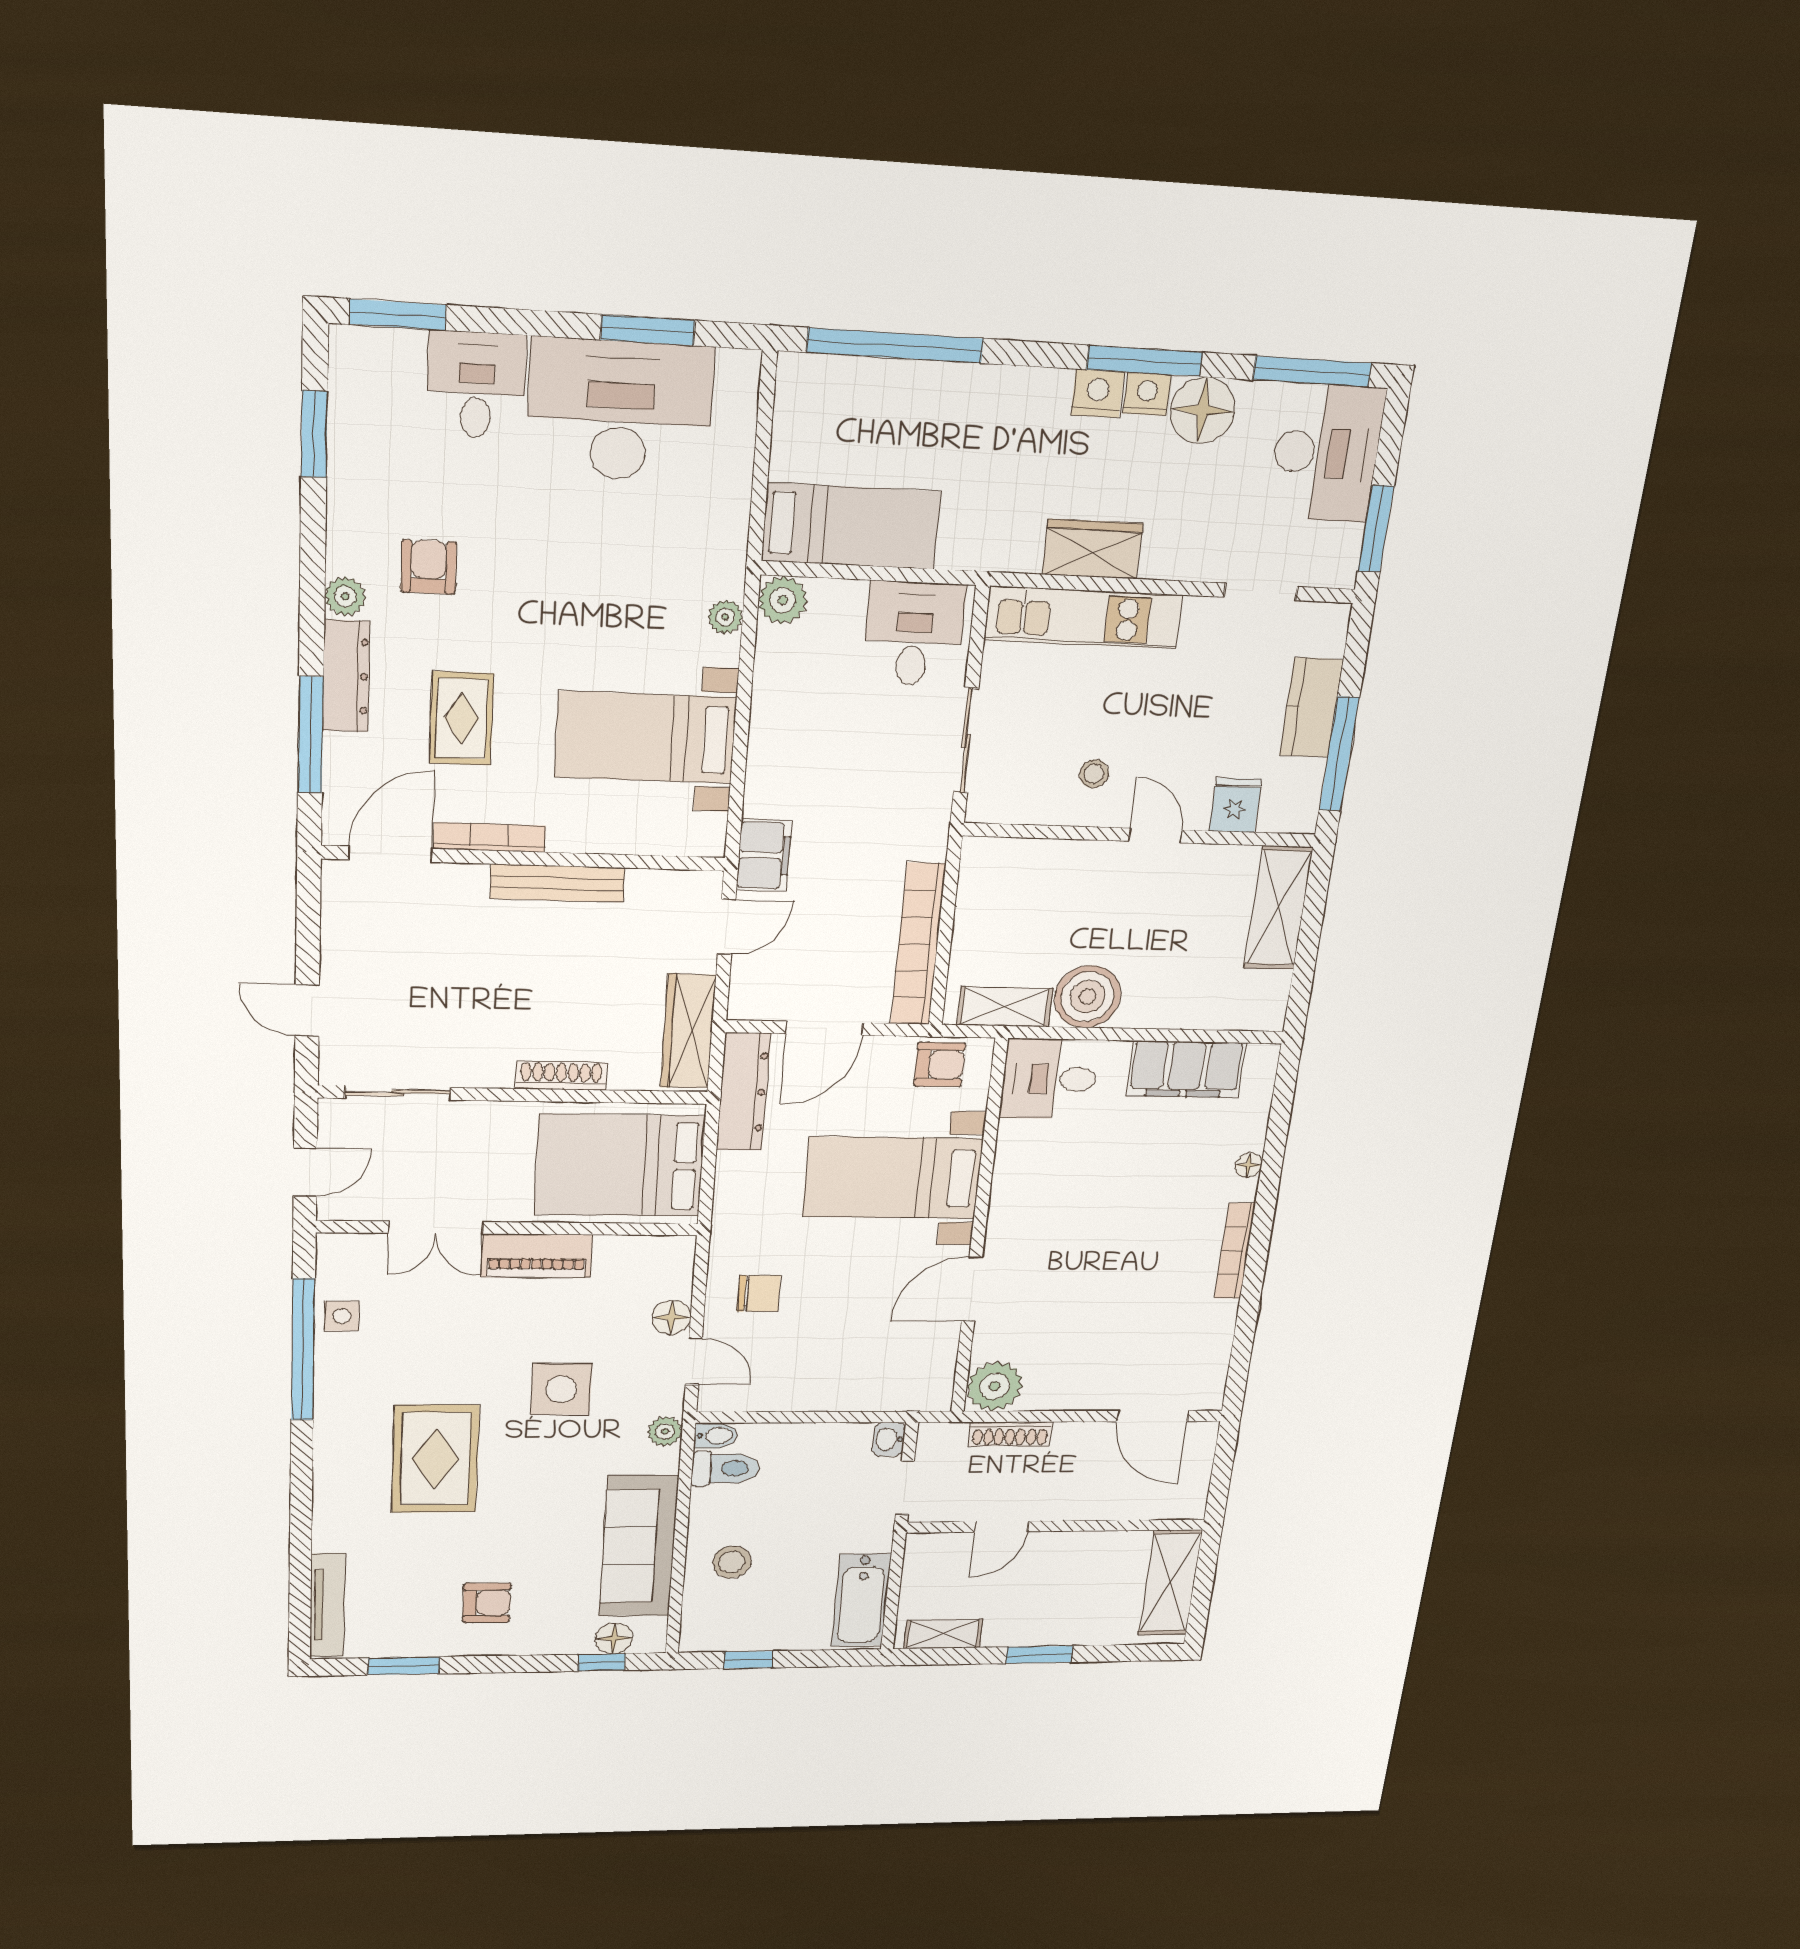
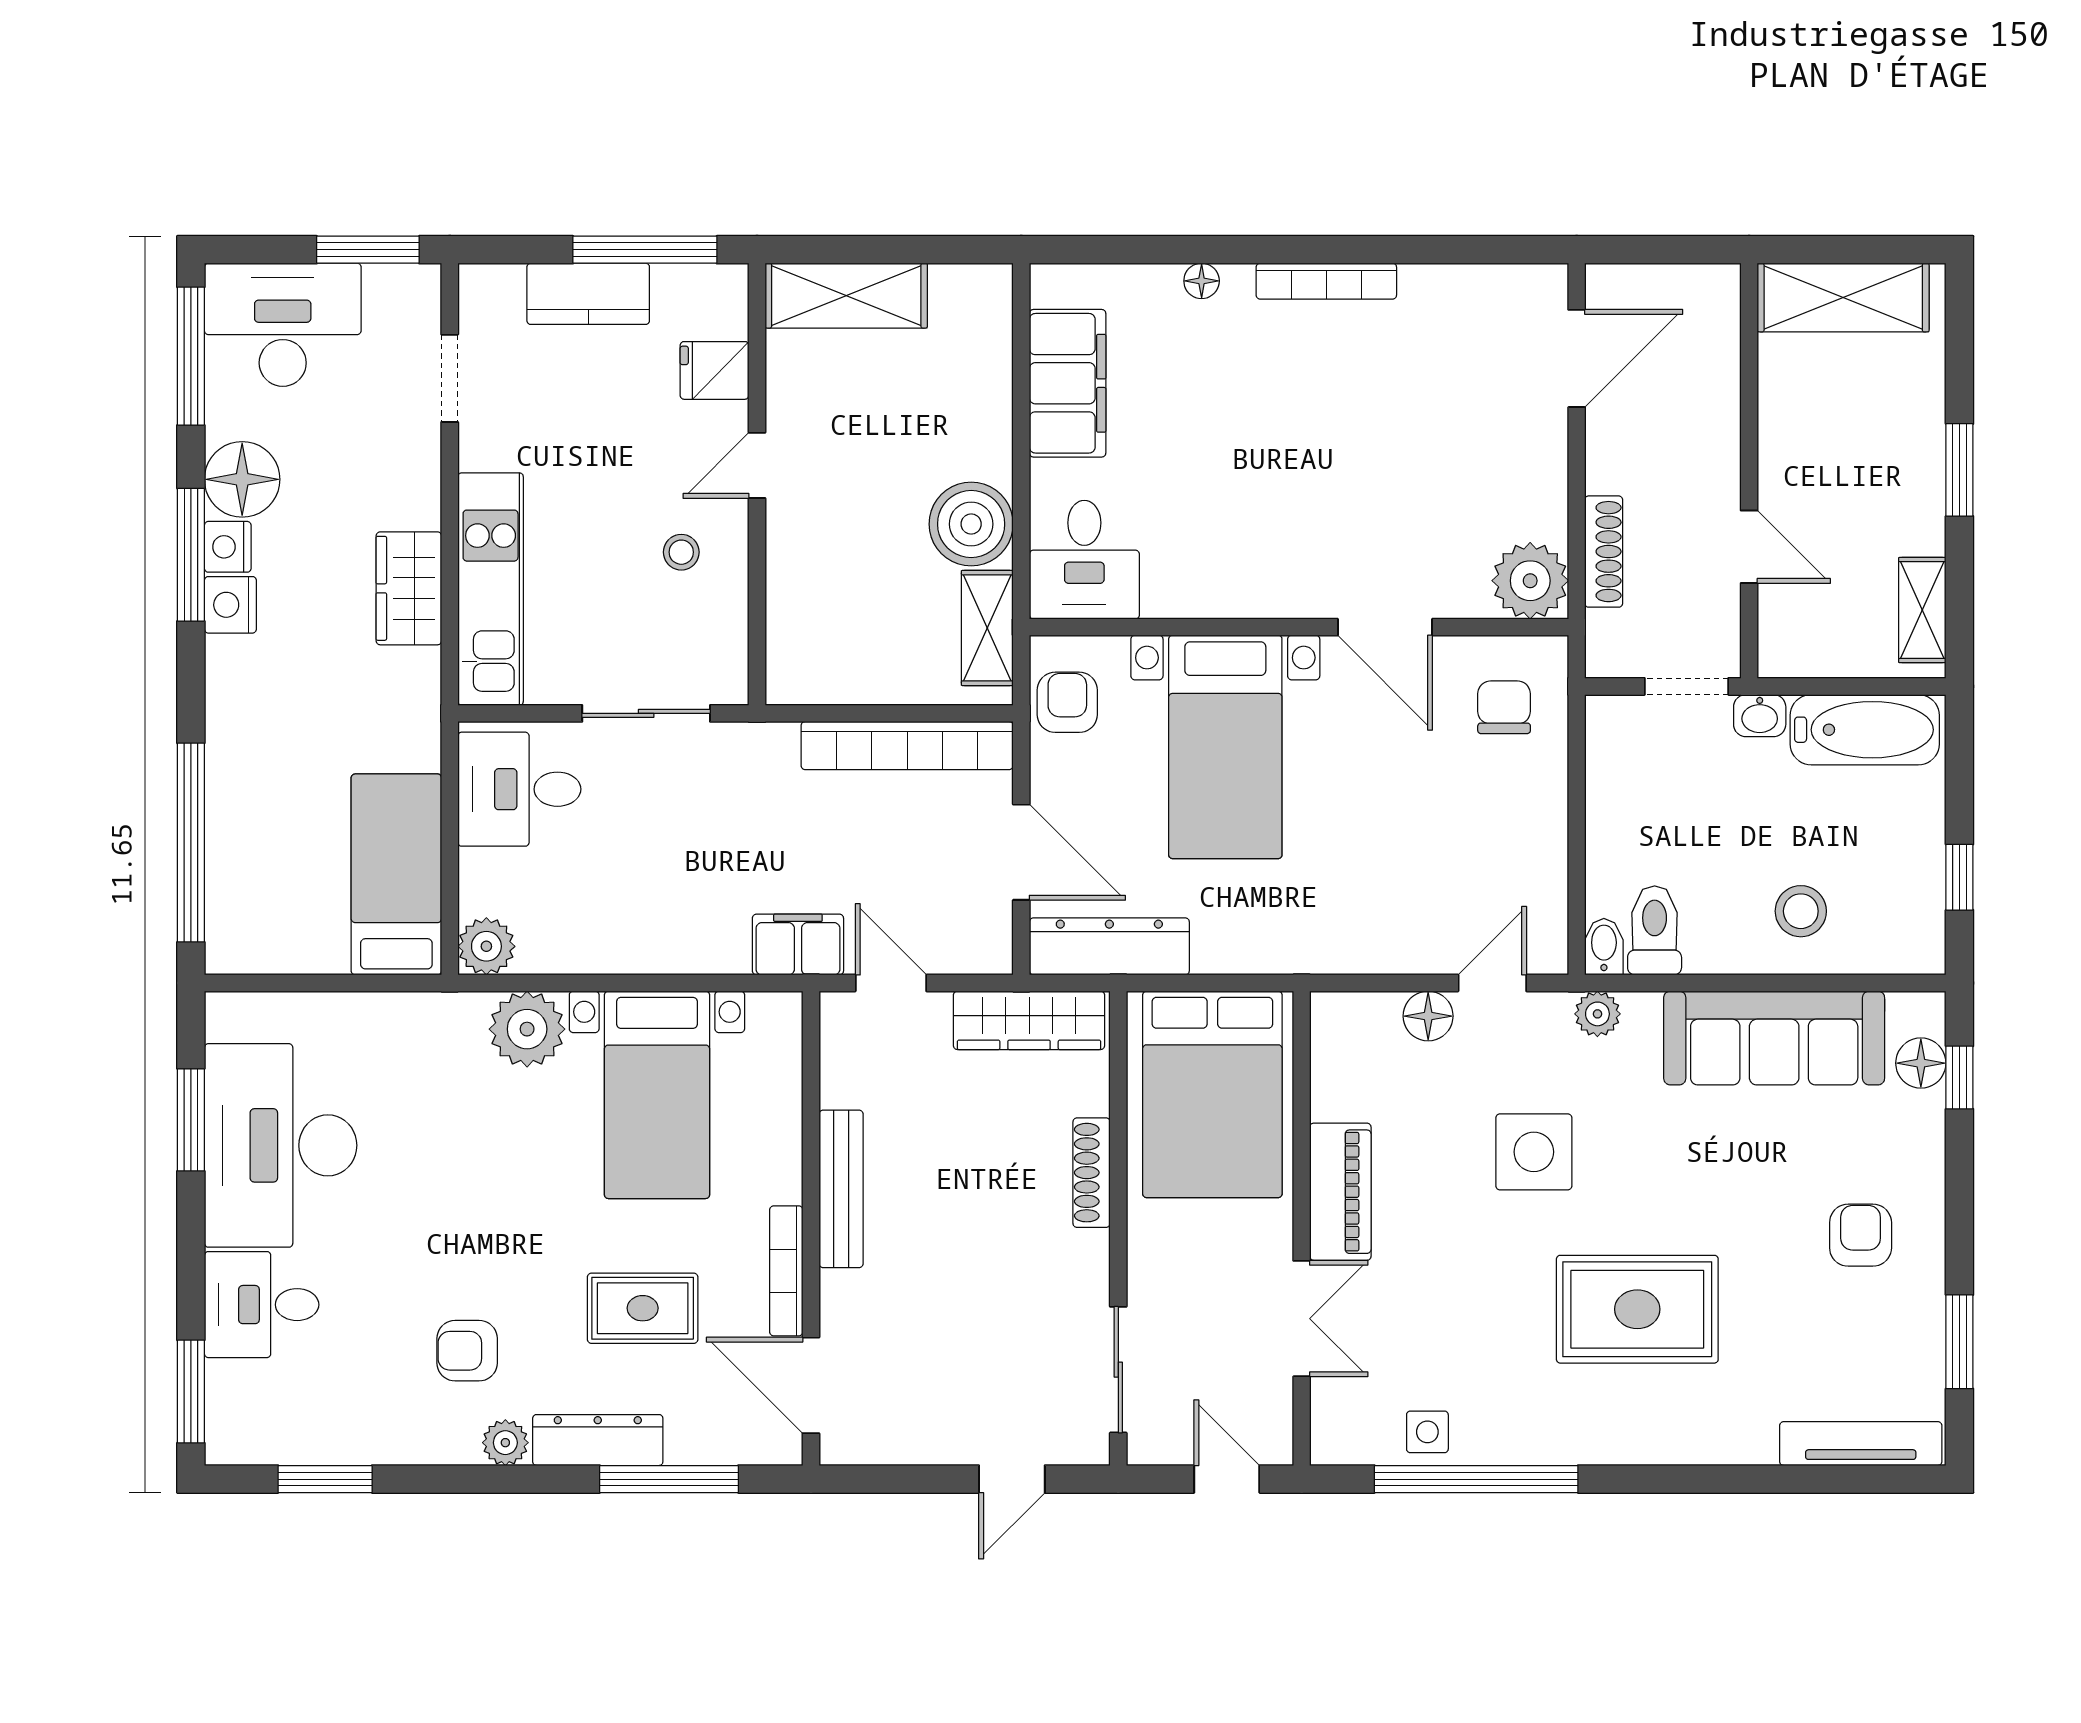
plant: (725, 617) -> (527, 1029), width x1.88, depth x1.88
chair: (759, 1293) -> (1504, 707), moved
washbasin: (889, 1439) -> (1760, 716), moved

